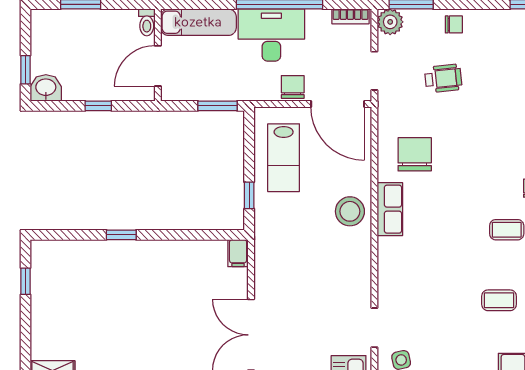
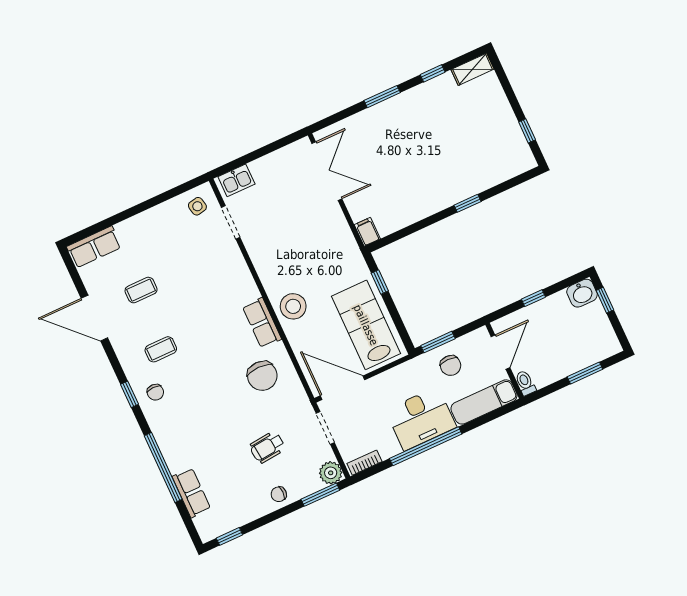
chair: (293, 87) -> (451, 365), moved
lab bench: (284, 158) -> (366, 325), width x1.36, depth x1.39

